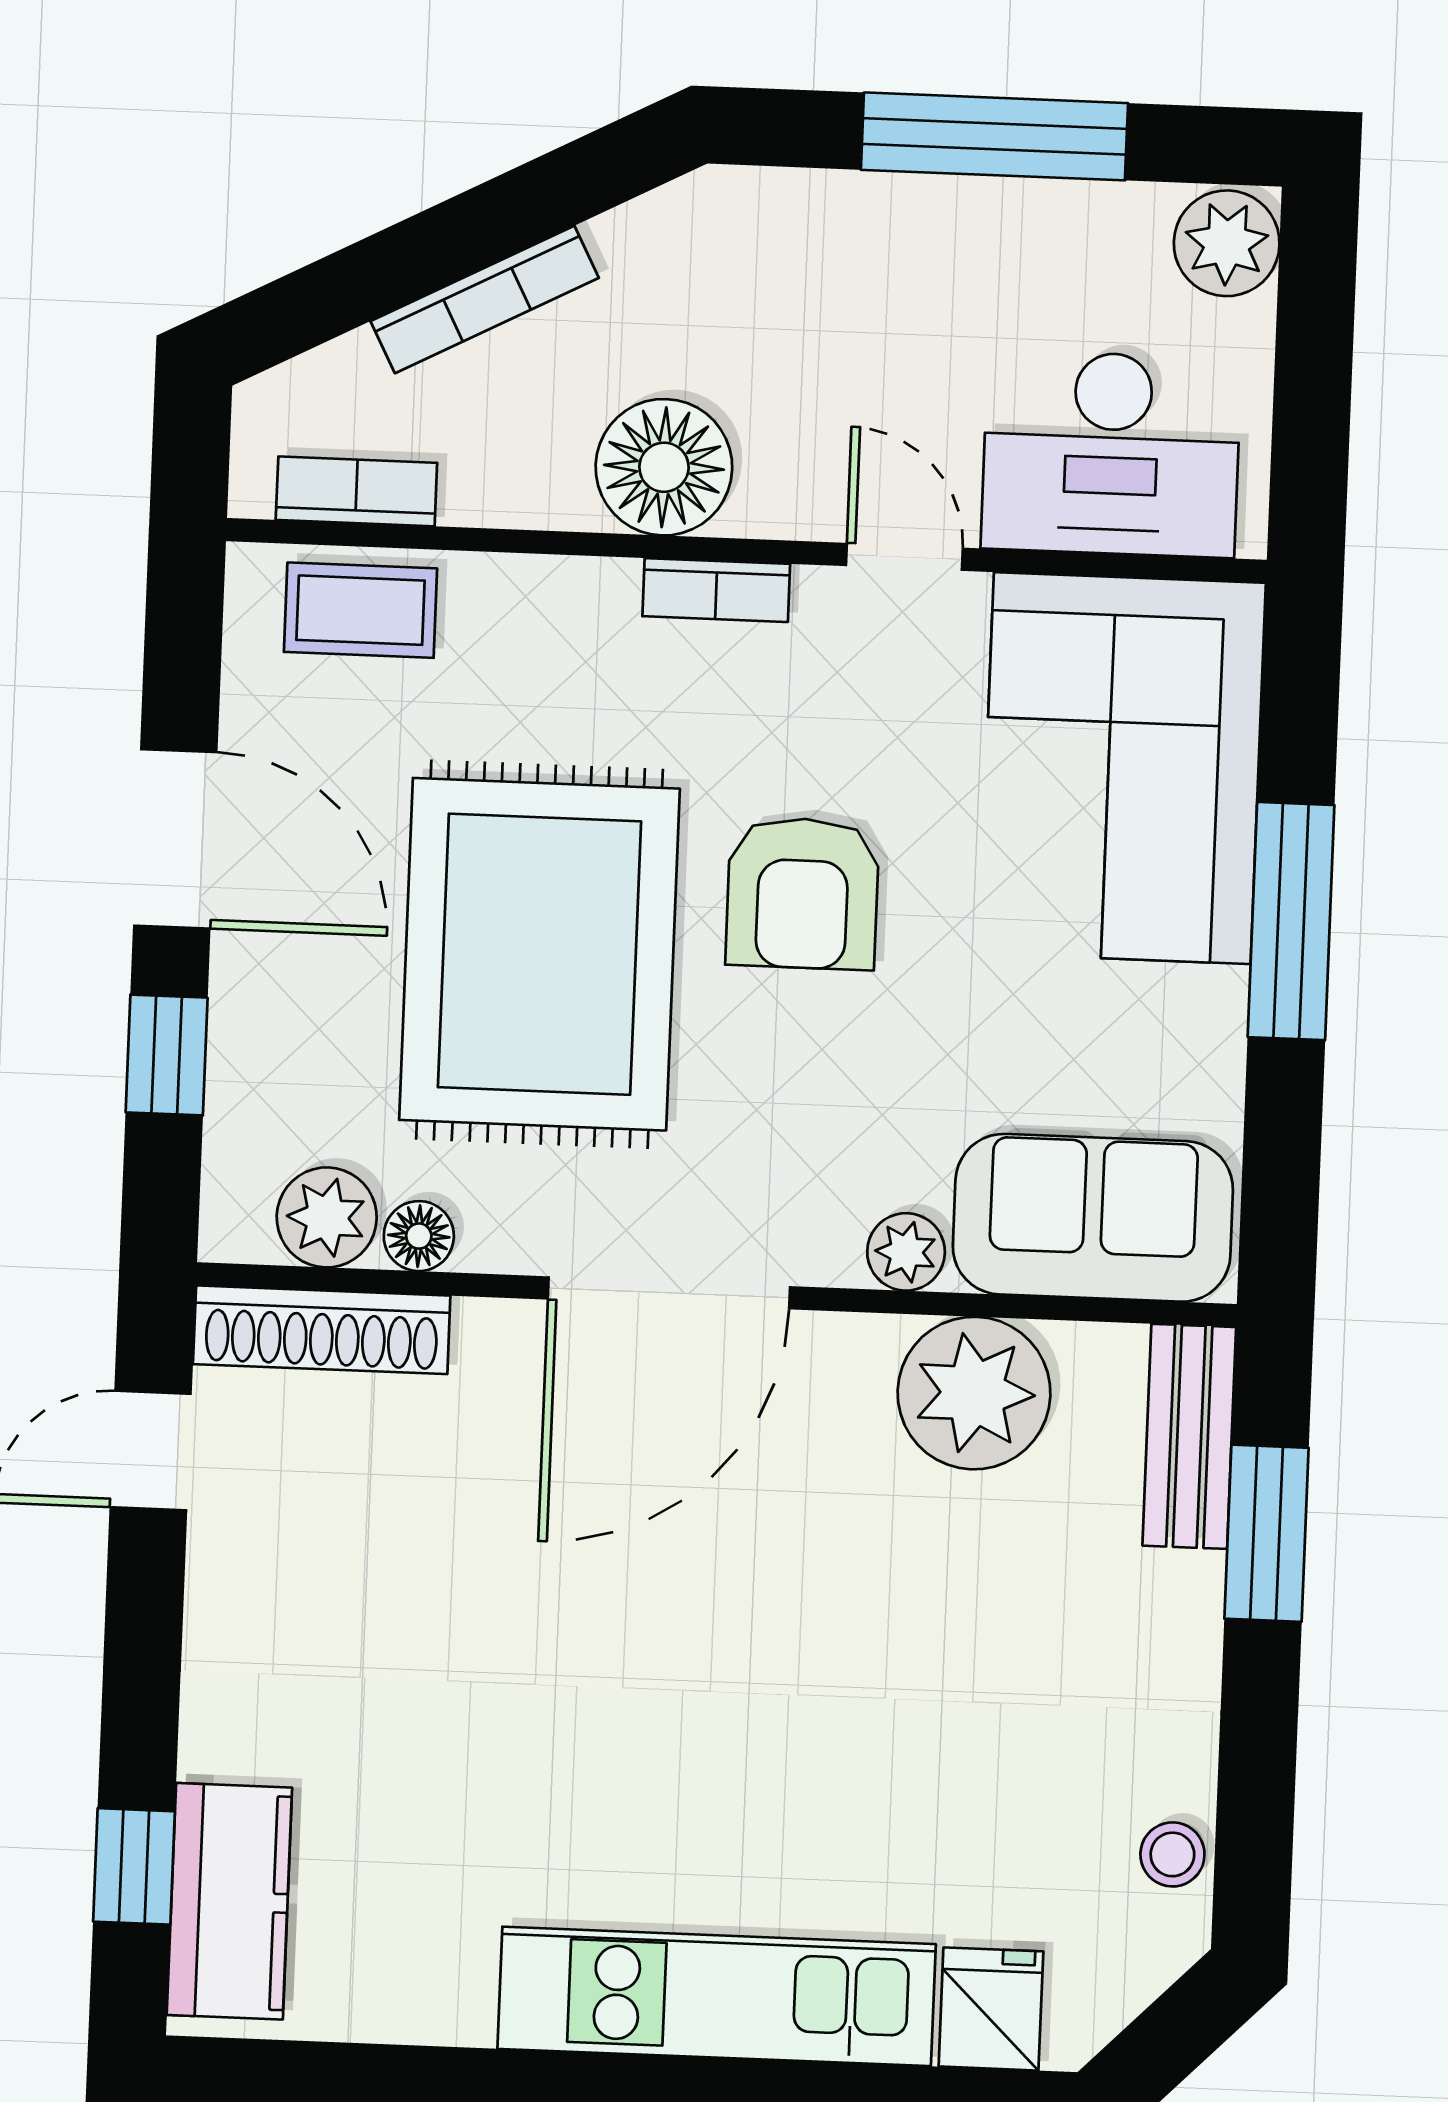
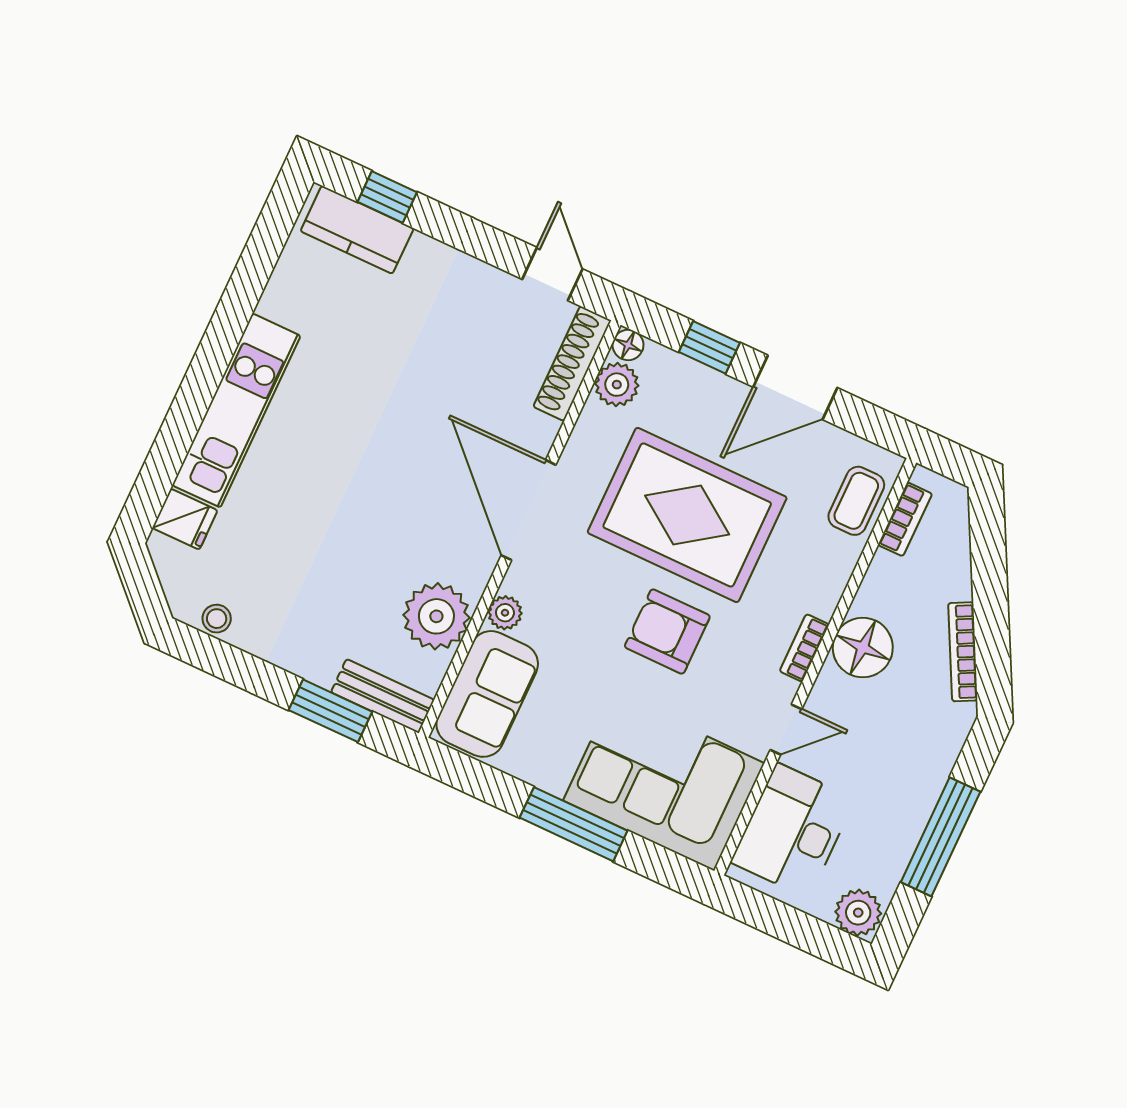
bookcase: (485, 300) -> (963, 652), moved
floor lamp: (419, 1236) -> (628, 345), moved

